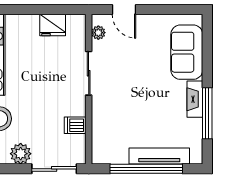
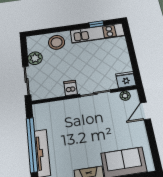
fridge: (53, 25) -> (126, 80), moved, turned 90
dishwasher: (75, 125) -> (70, 88), moved

